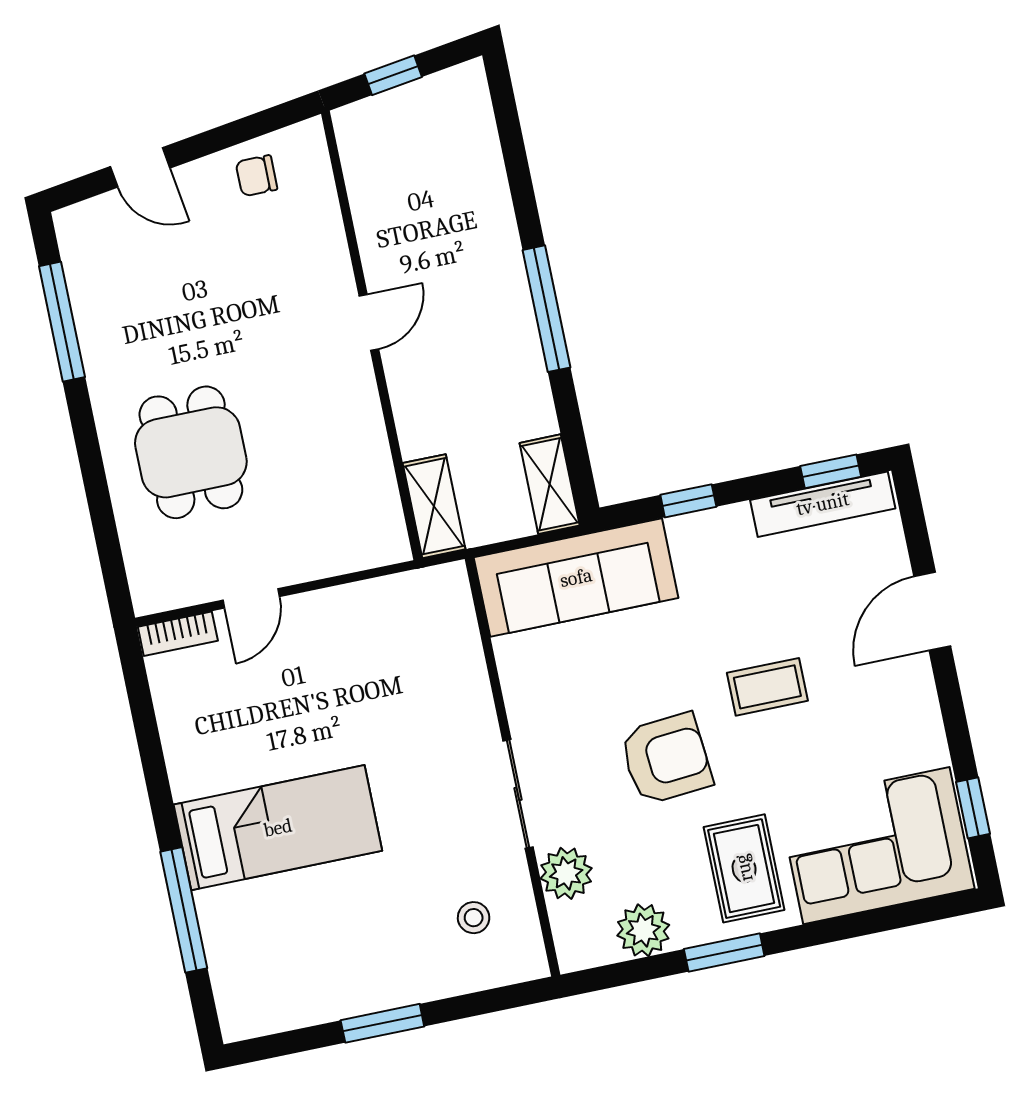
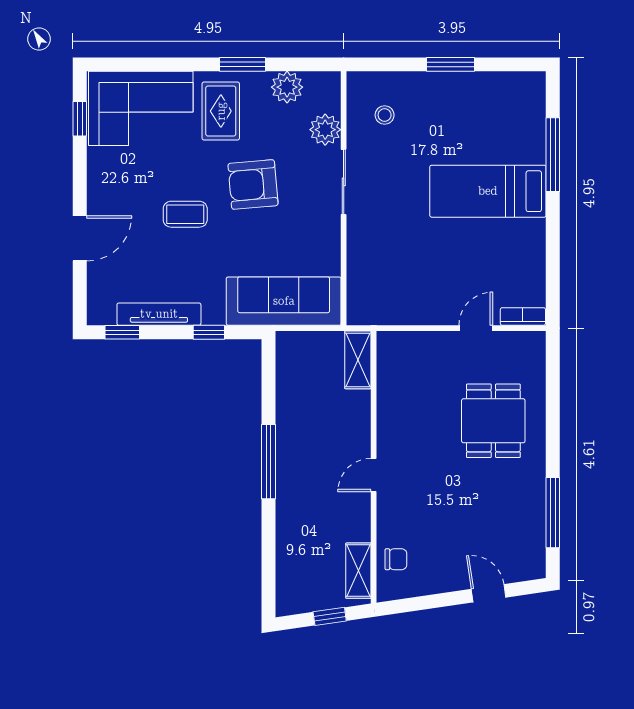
chair: (256, 176) -> (396, 559), moved
shelving: (550, 484) -> (358, 571), moved
tv unit: (823, 504) -> (159, 314), moved

